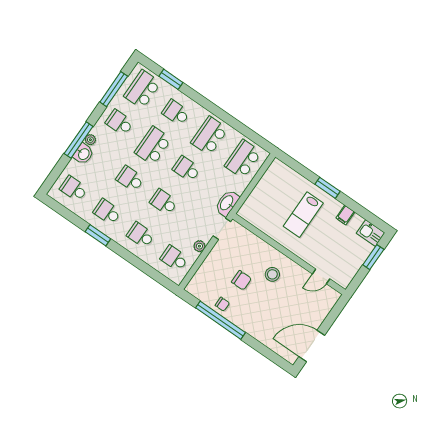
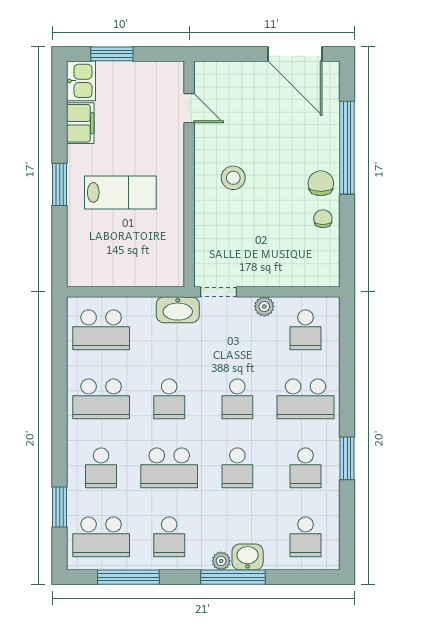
filing cabinet: (345, 215) -> (80, 123), width x2.00
school desk: (141, 235) -> (305, 399), width x1.85
chair: (241, 280) -> (321, 183), moved
window: (220, 320) -> (347, 148), moved

